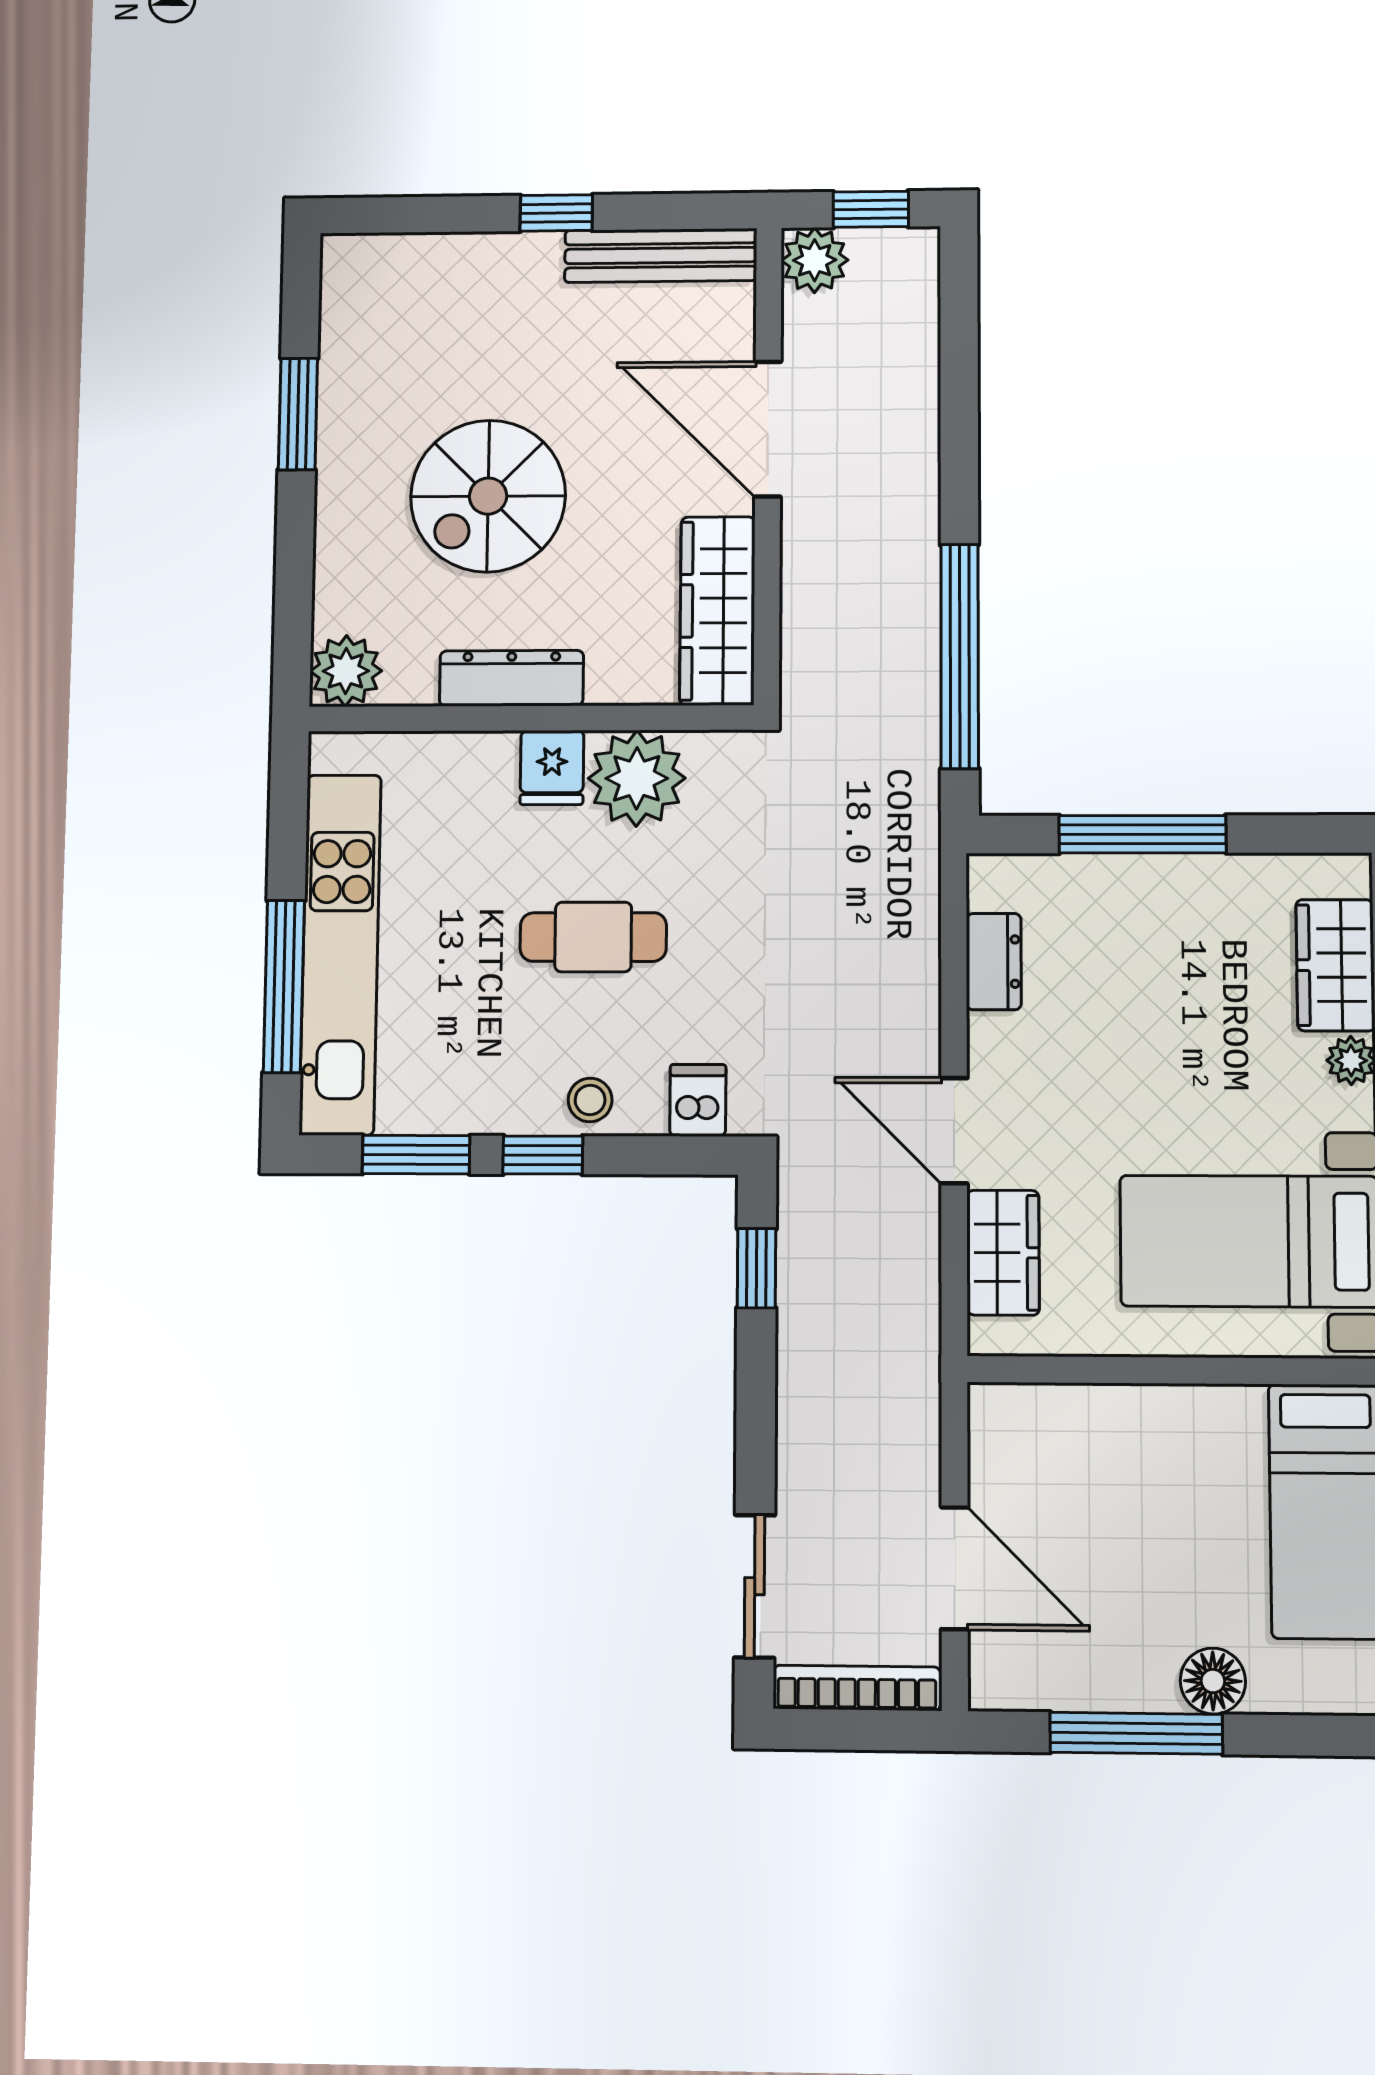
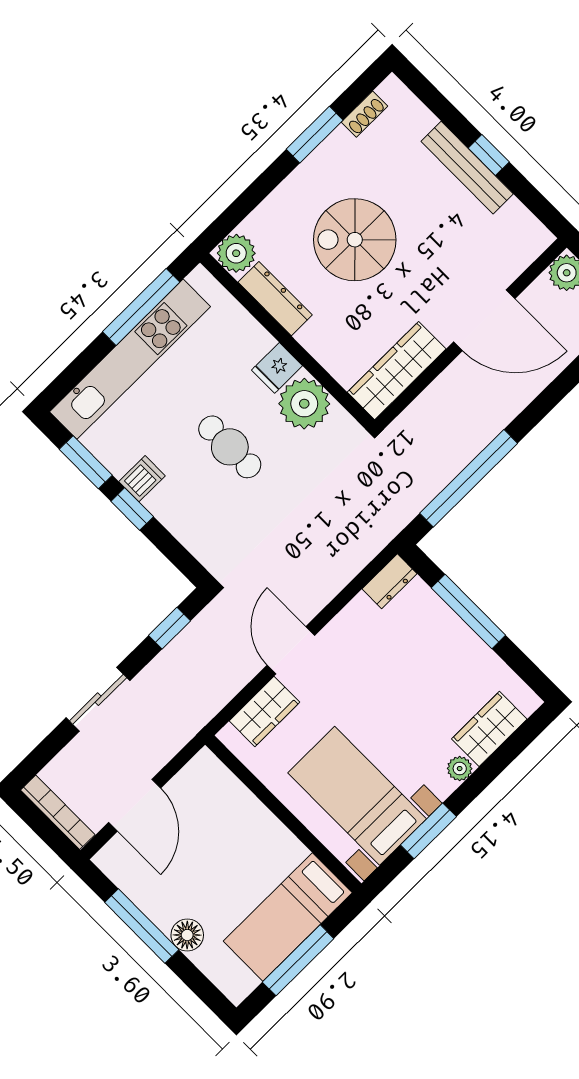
bench: (661, 255) -> (467, 168), moved
shoe rack: (338, 323) -> (364, 114), added
door: (768, 429) -> (484, 320), swing flipped
dresser: (511, 678) -> (275, 299), moved
dresser: (994, 962) -> (389, 581), moved
window: (284, 986) -> (141, 307), moved
stool: (590, 1100) -> (169, 506), removed
dishwasher: (698, 1100) -> (142, 479), moved
sliding door: (755, 1586) -> (98, 699), moved

